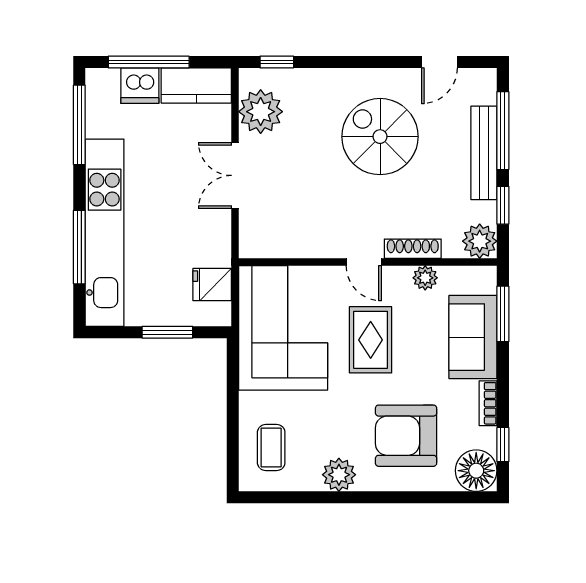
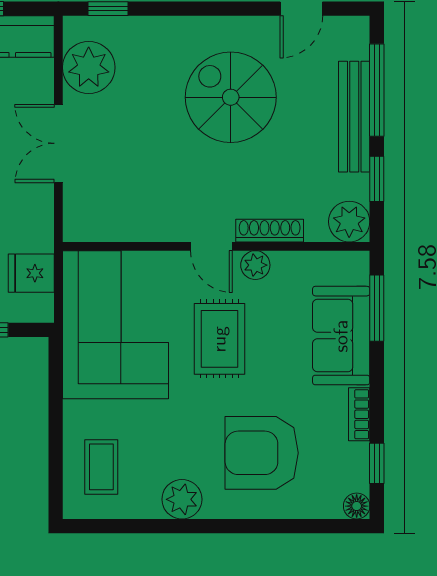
plant: (425, 278) -> (255, 265), moved
floor lamp: (476, 471) -> (357, 506), width x0.53, depth x0.53

